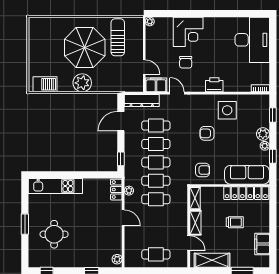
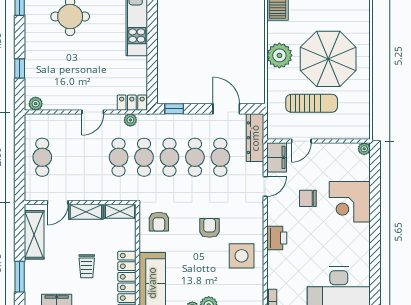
sun lounger: (118, 37) -> (312, 103), moved

